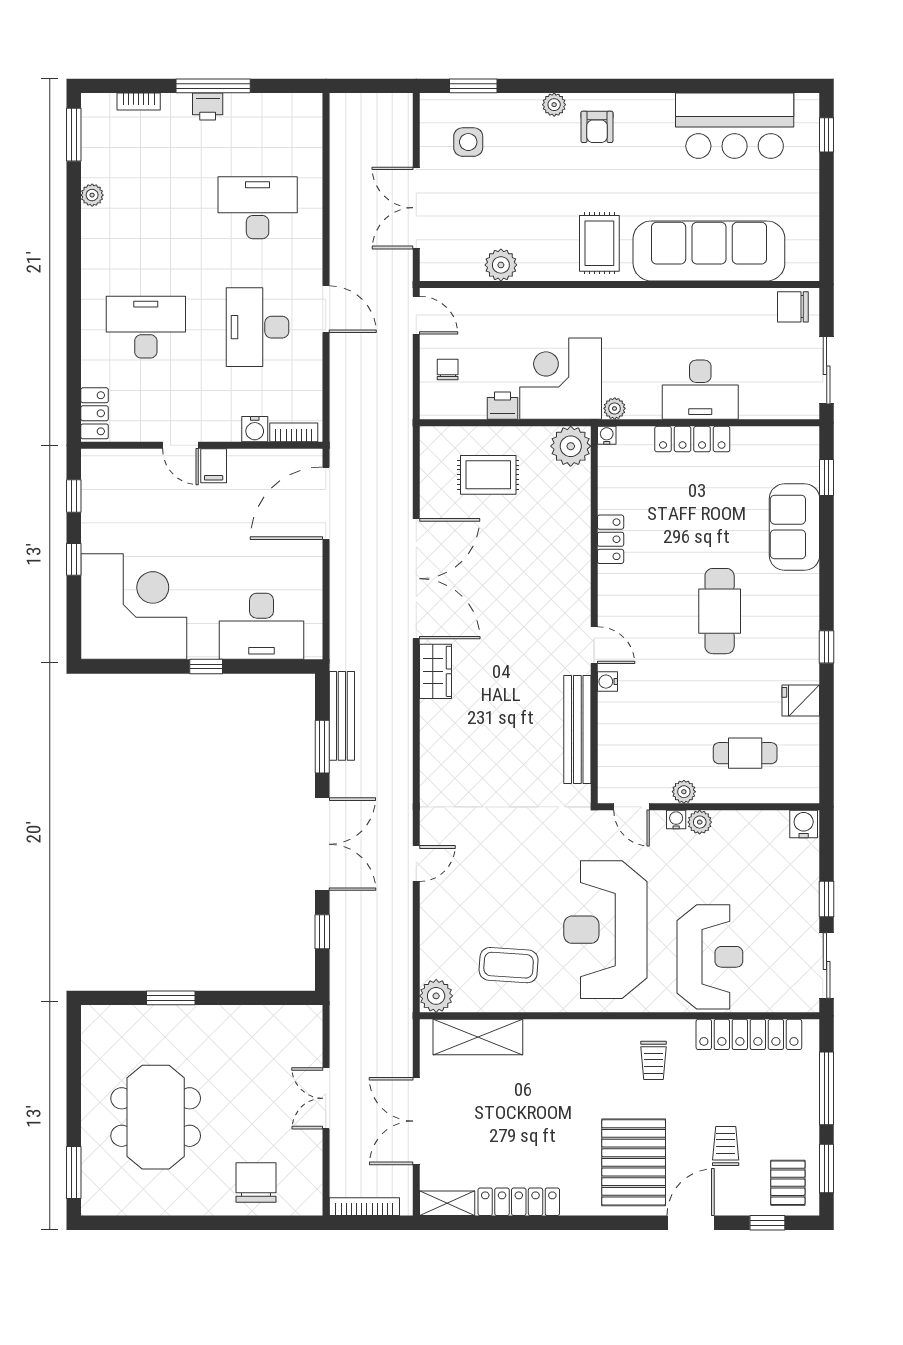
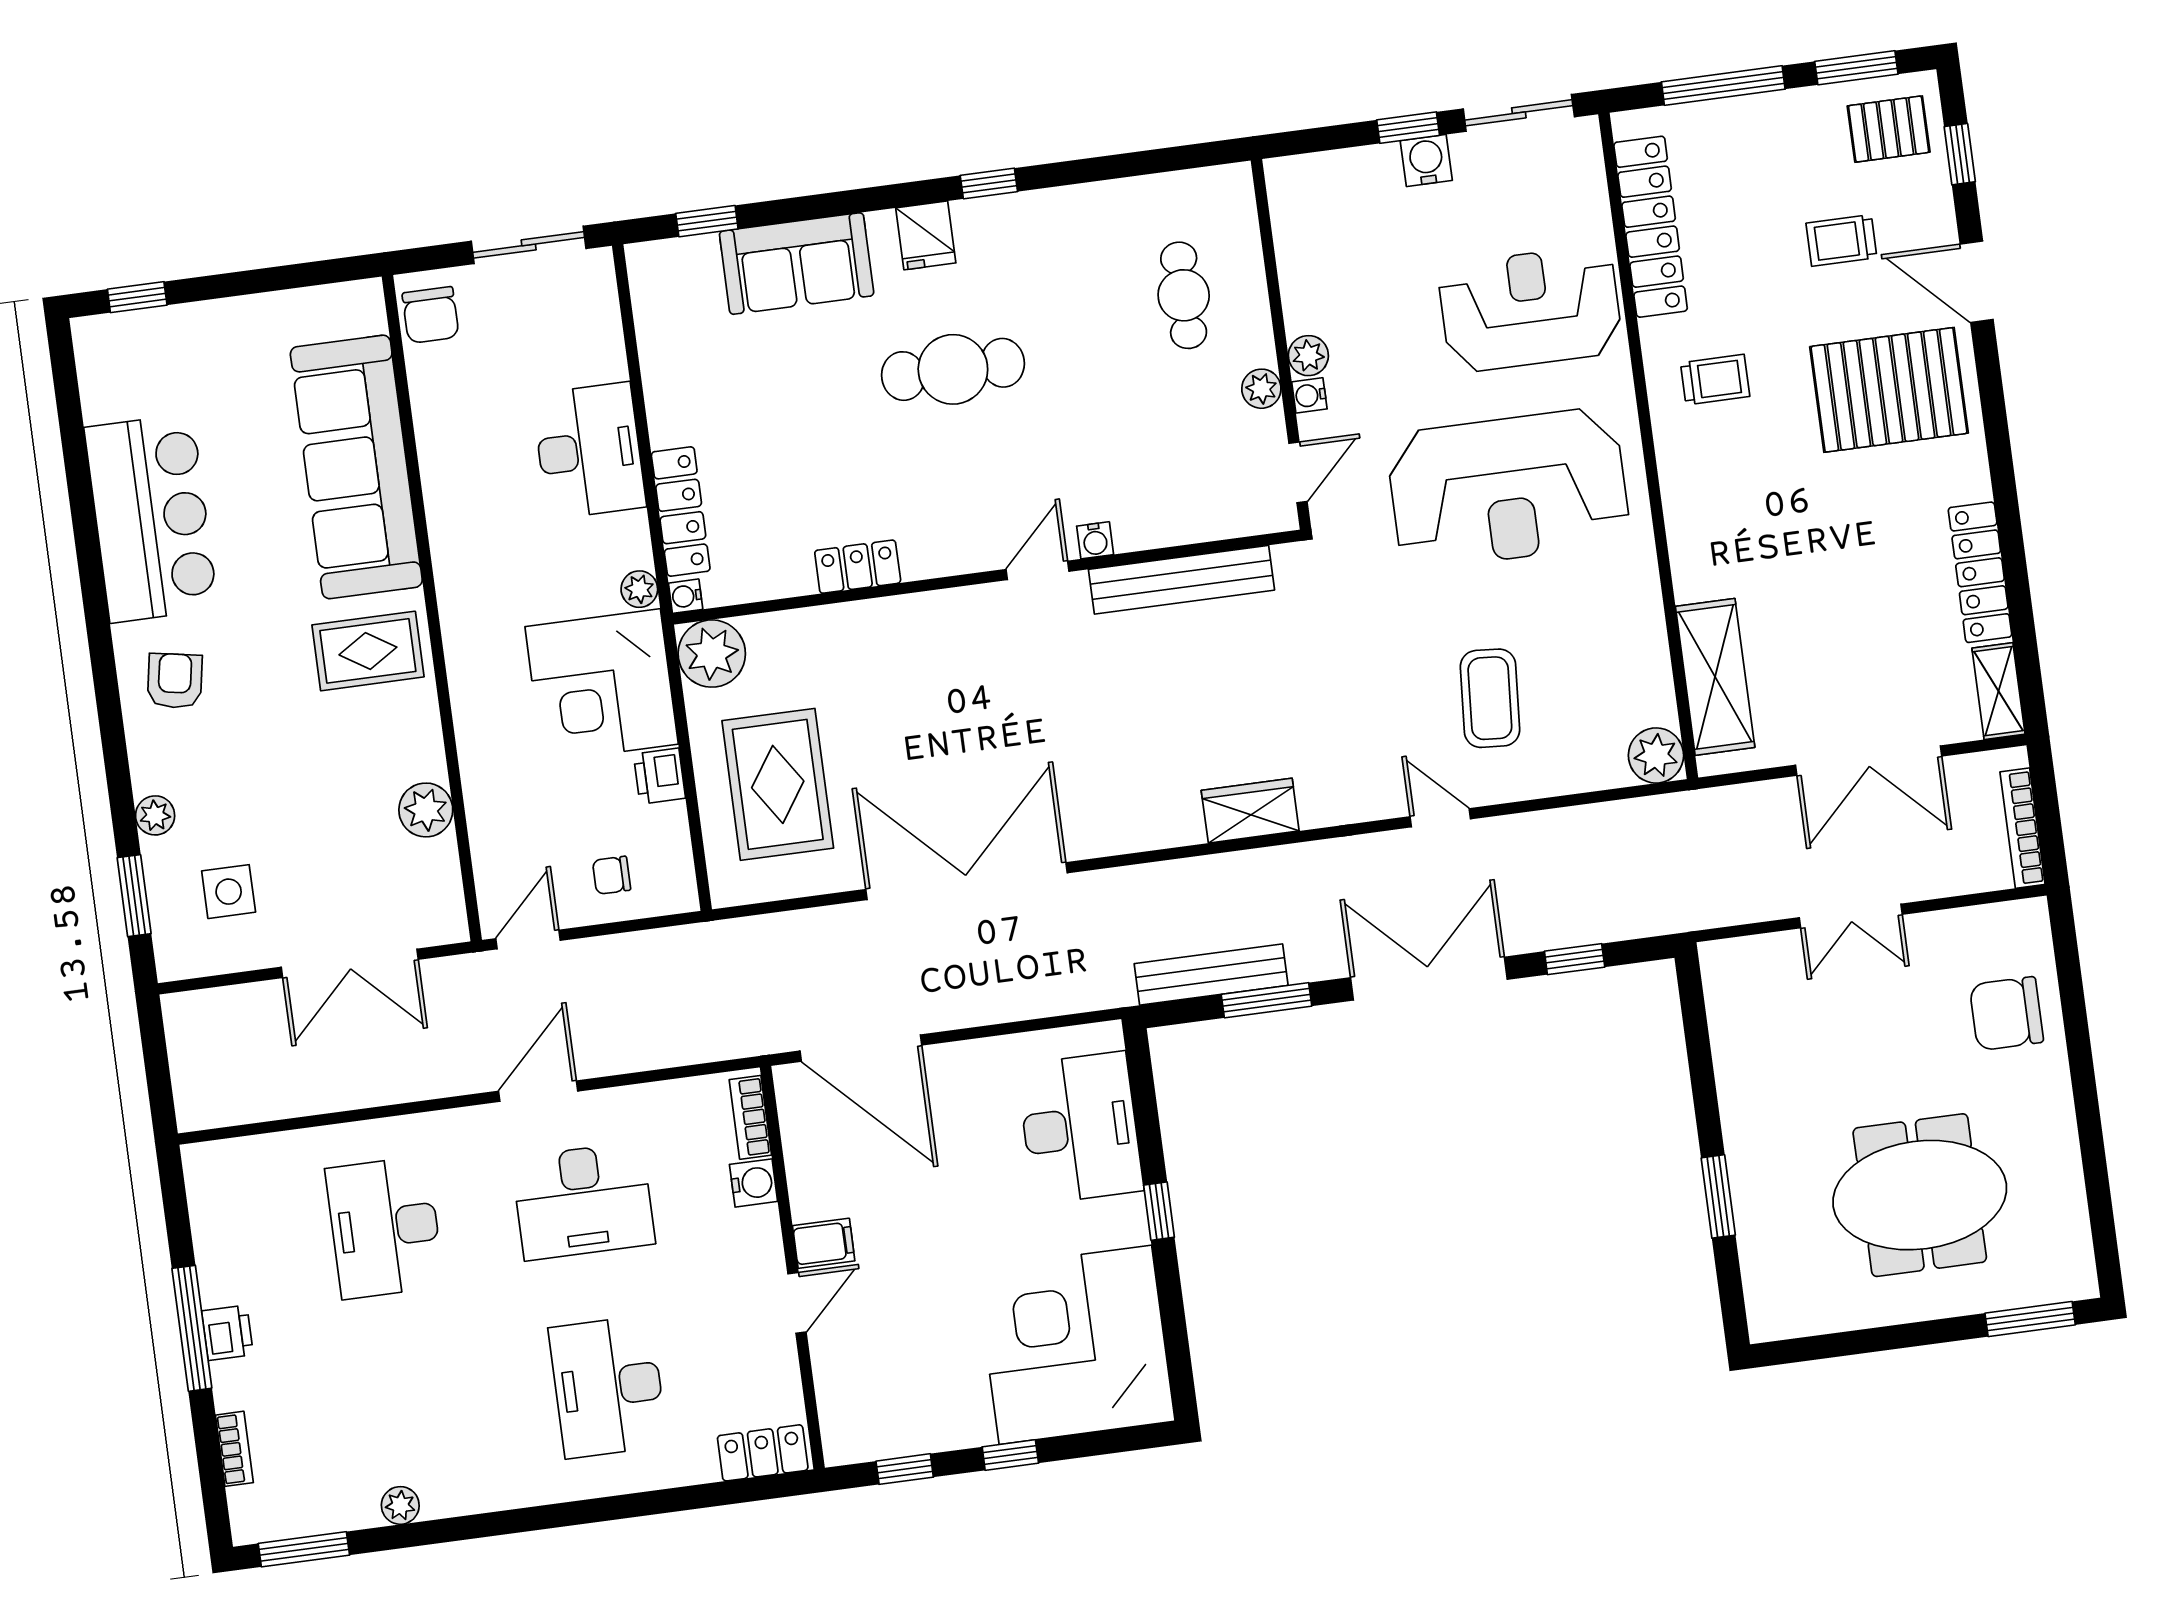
plant: (554, 105) -> (155, 815), moved
bar counter: (735, 126) -> (151, 518), moved
armchair: (597, 127) -> (175, 681), turned -80
locker: (692, 439) -> (681, 511), moved
rug: (488, 475) -> (778, 784), width x1.36, depth x1.43
wardrobe: (436, 671) -> (1250, 811), moved
fridge: (801, 700) -> (926, 235), moved
water cooler: (804, 824) -> (1426, 160), moved, turned 90
coffee table: (509, 965) -> (1490, 698), moved

